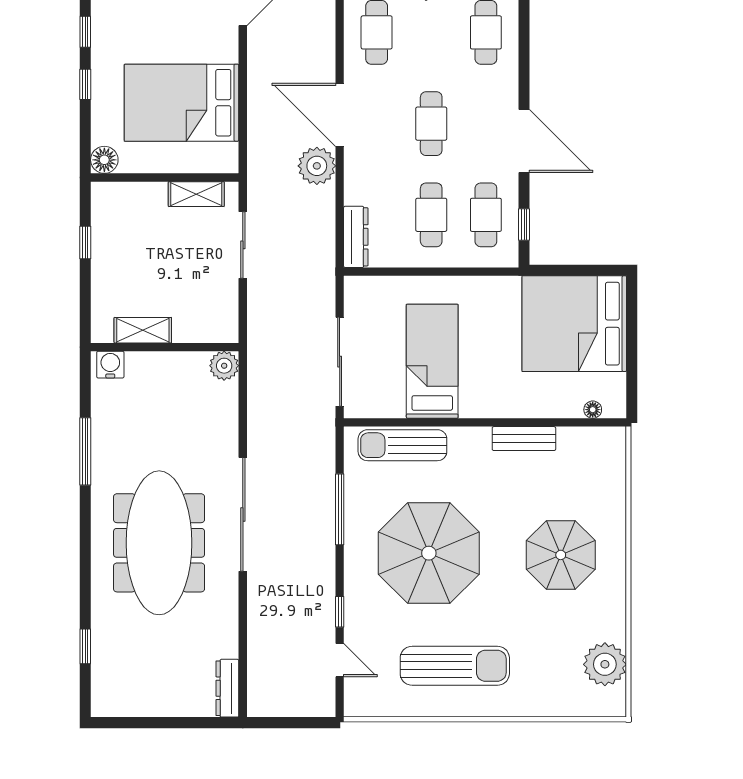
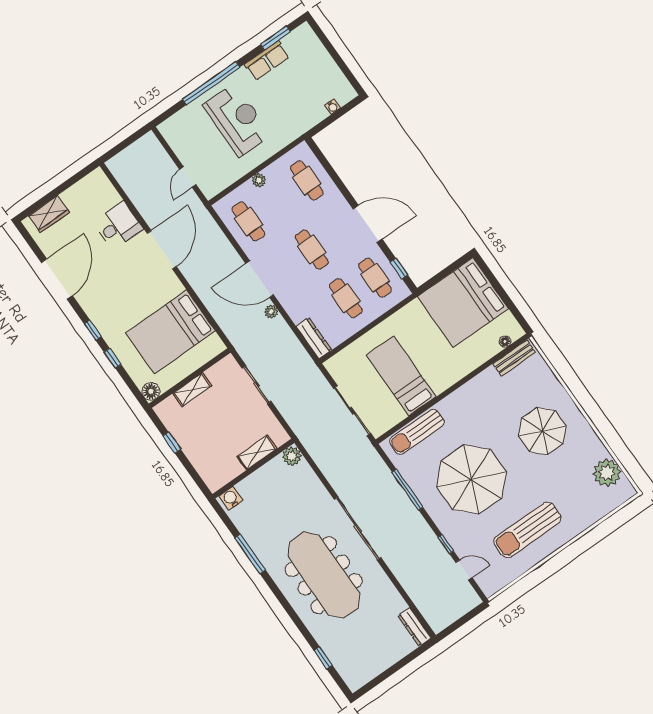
plant: (317, 166) -> (271, 312), width x0.53, depth x0.53
shelving: (196, 194) -> (192, 390), moved
shelving: (143, 330) -> (257, 453), moved
bench: (524, 439) -> (514, 358), moved
sun lounger: (455, 666) -> (527, 530), turned 180

